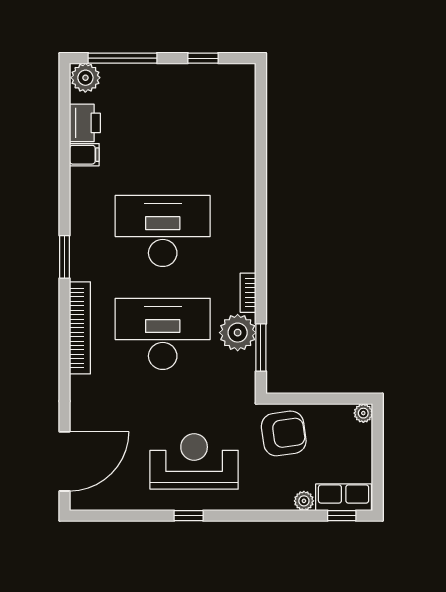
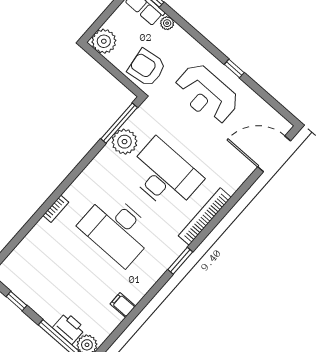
printer: (85, 123) -> (69, 328), moved, turned 90
bookcase: (248, 293) -> (56, 209), moved
desk: (163, 334) -> (164, 175), turned 180
window: (261, 348) -> (119, 123), width x1.44
plant: (363, 413) -> (104, 41), width x1.88, depth x1.88

